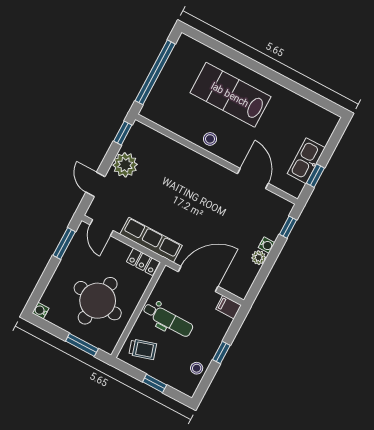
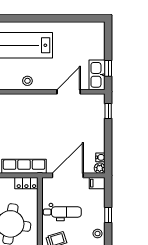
kitchen sink: (306, 161) -> (97, 75), moved
door: (253, 178) -> (69, 92), hinge flipped
water cooler: (267, 245) -> (100, 157), moved
plant: (259, 258) -> (100, 168), moved

